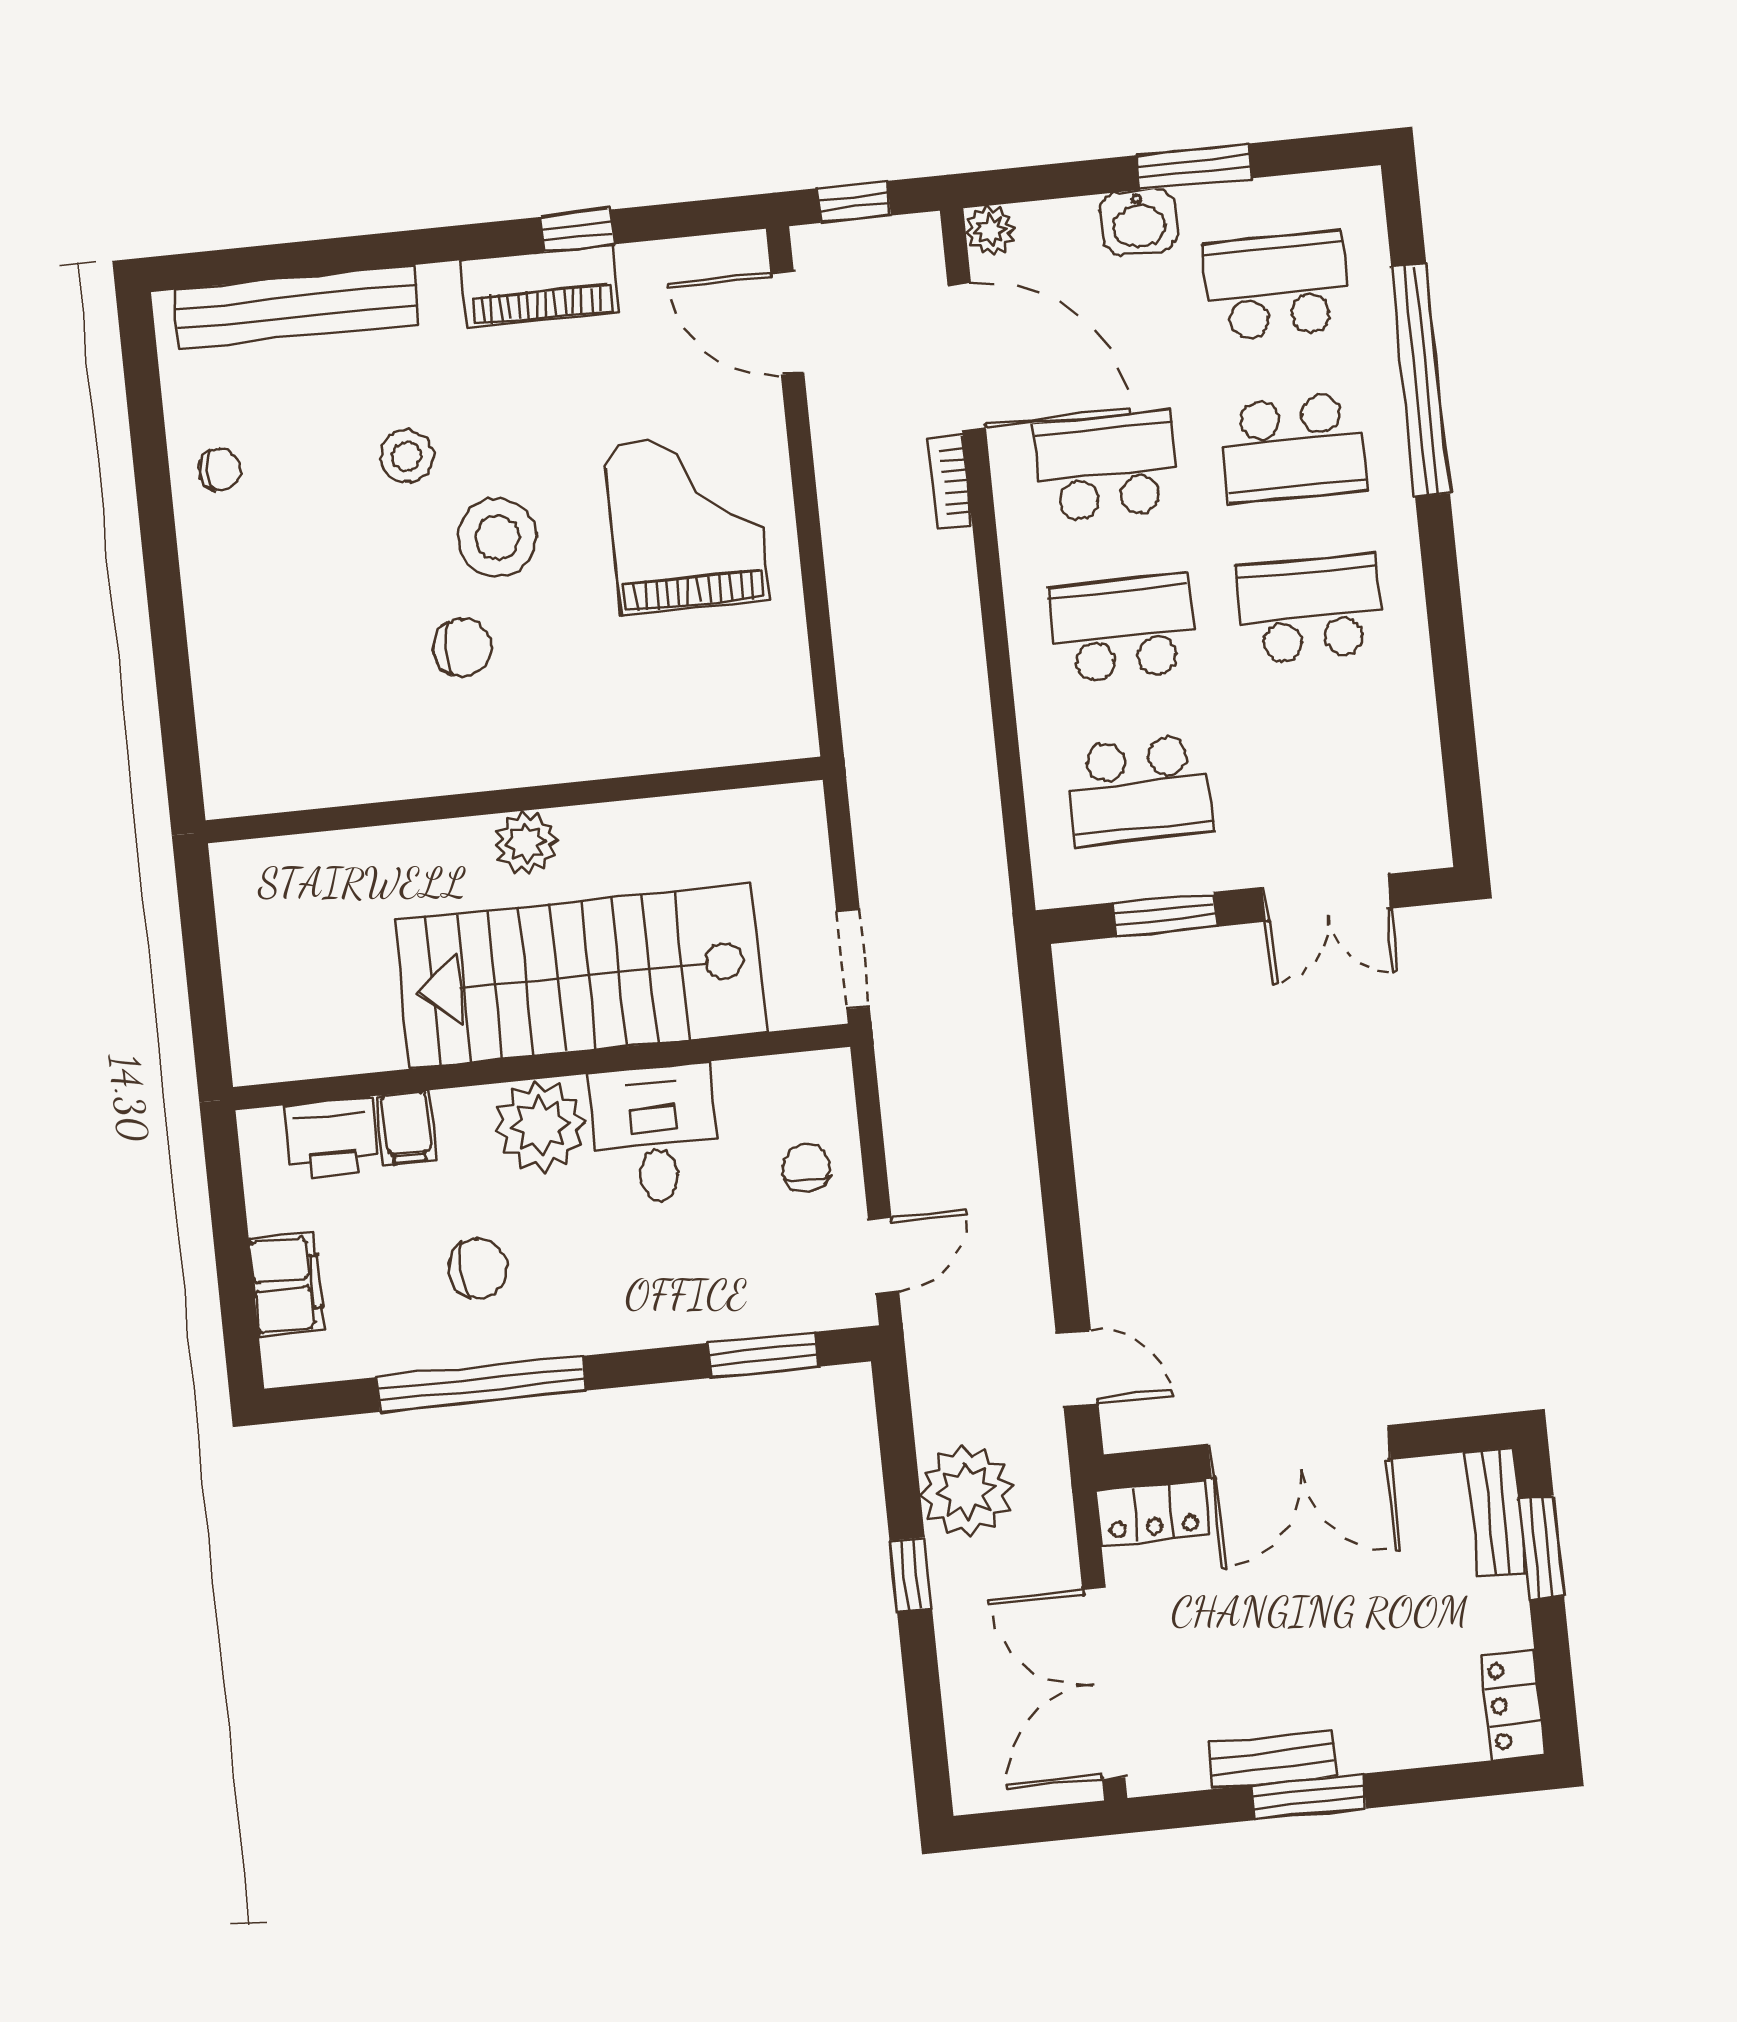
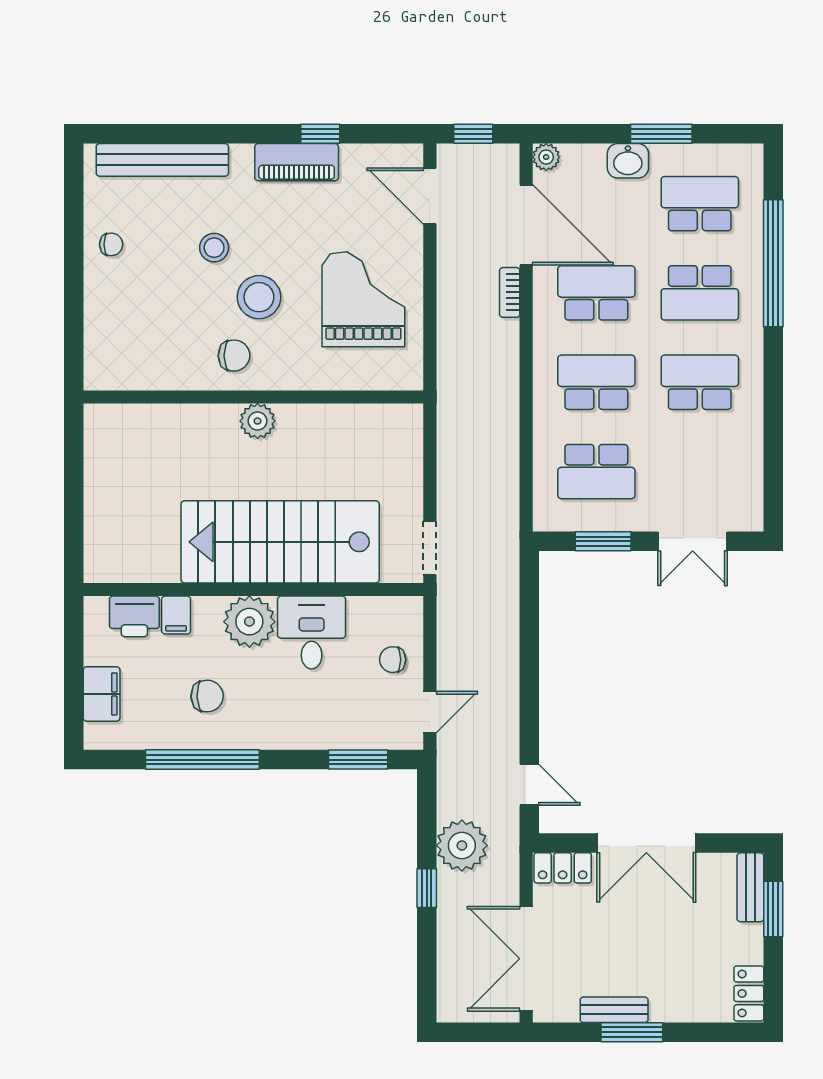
wall: (514, 800) -> (253, 397), moved
plant: (526, 843) -> (258, 421), moved
chair: (806, 1168) -> (393, 660), turned -90

